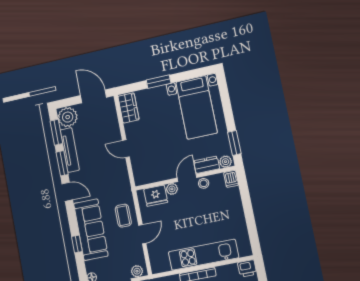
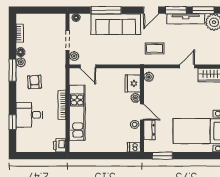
door: (126, 149) -> (187, 66), moved
plant: (226, 162) -> (149, 77), moved
coffee table: (123, 216) -> (155, 48), moved
door: (142, 234) -> (88, 66), moved
window: (77, 244) -> (106, 10), width x2.17

